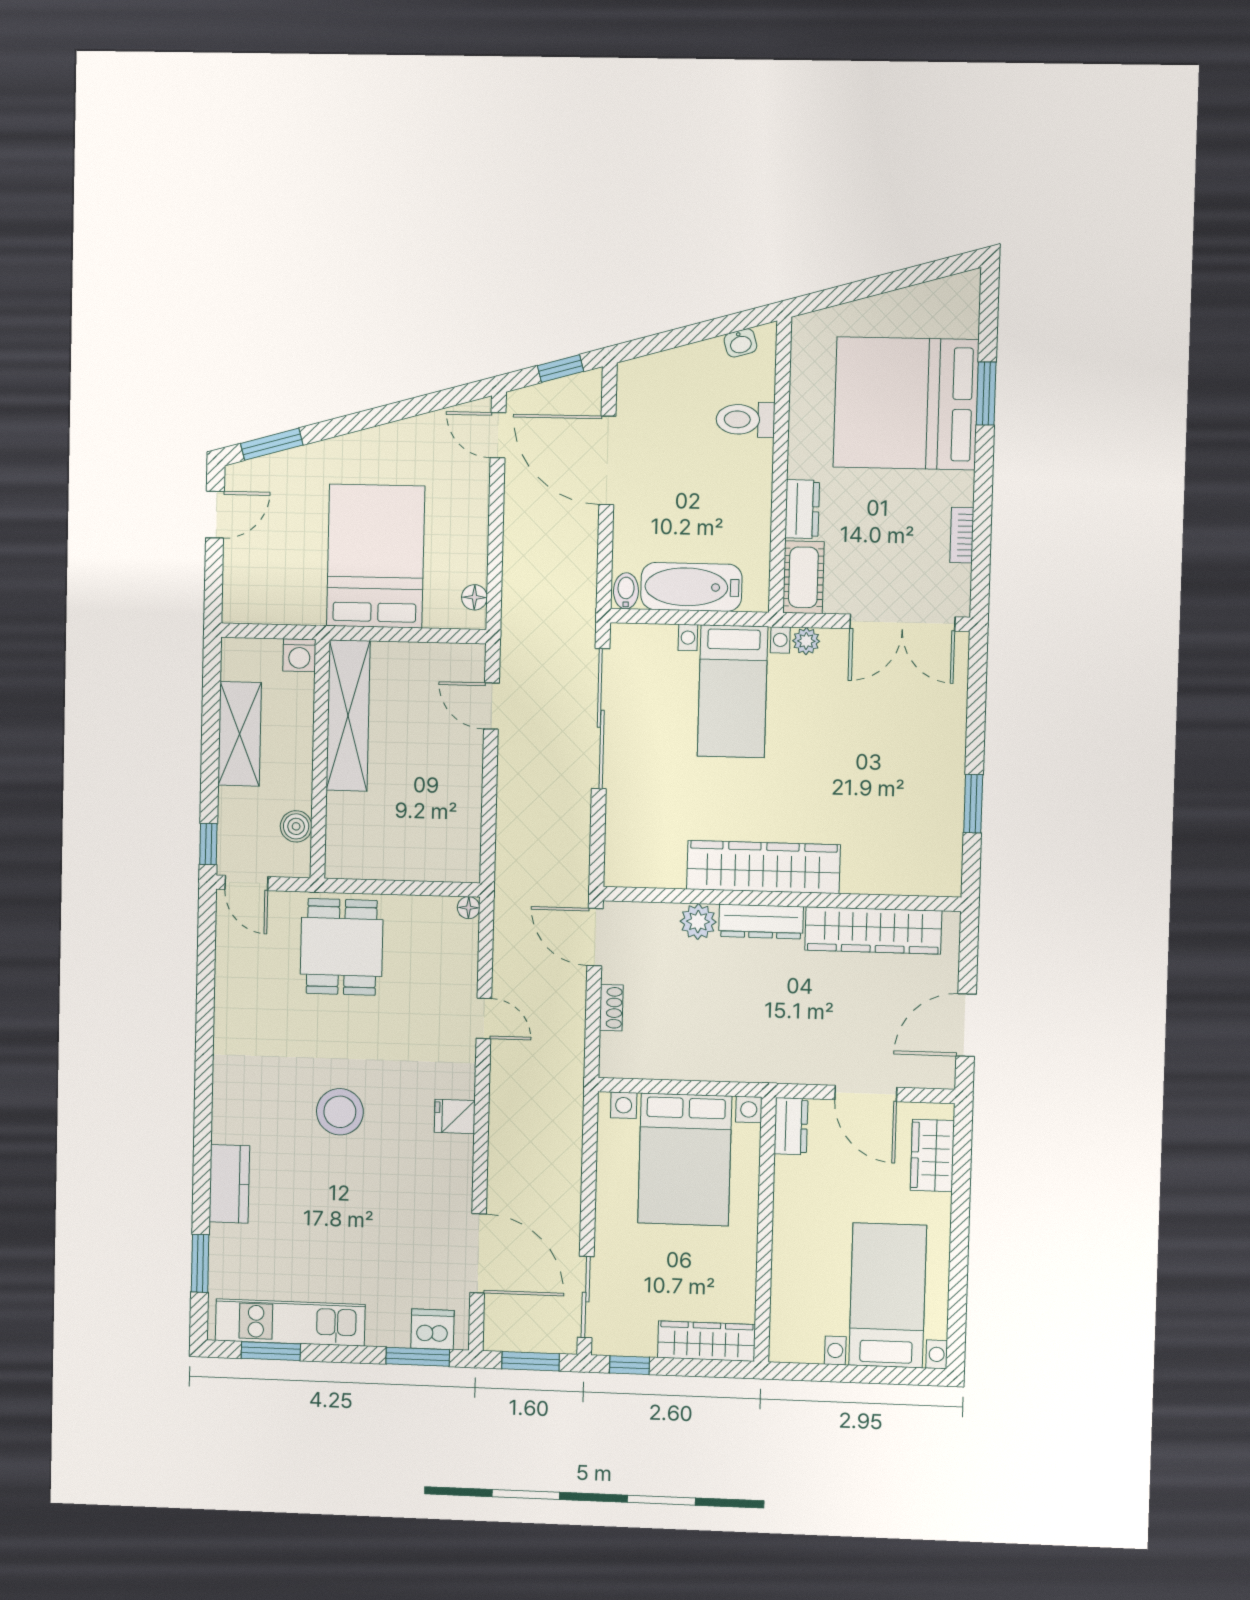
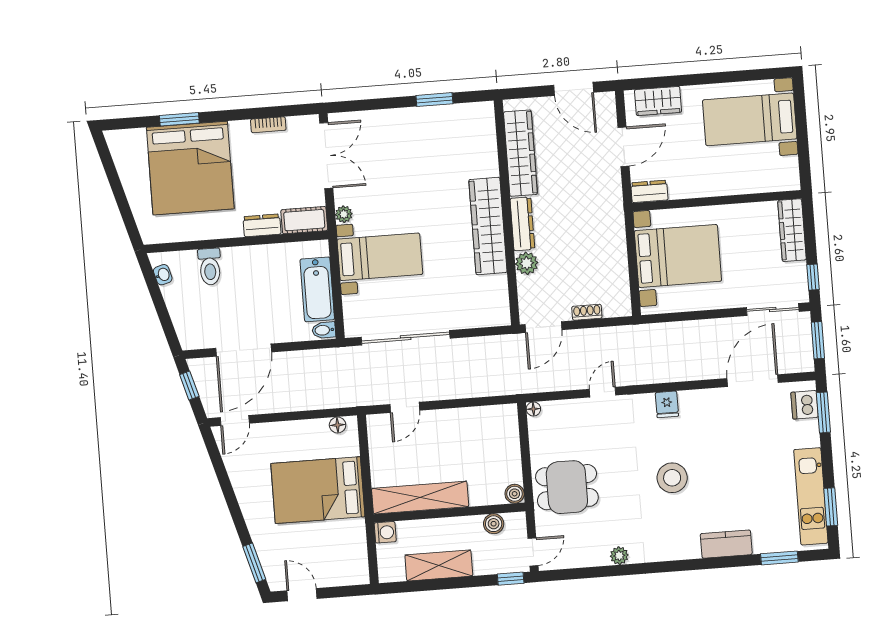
boiler: (339, 864) -> (515, 494), added
plant: (228, 1016) -> (619, 556), added

